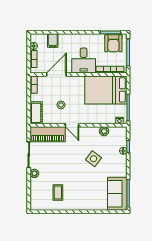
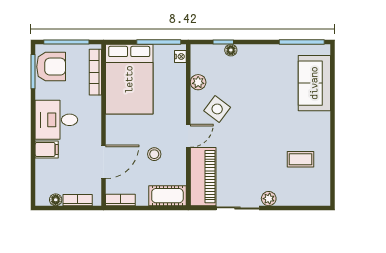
filing cabinet: (53, 41) -> (47, 149), moved
desk: (84, 61) -> (56, 120), moved, turned 180
door: (56, 75) -> (103, 162), swing flipped
side table: (94, 159) -> (217, 109), moved
sofa: (117, 194) -> (314, 83), moved, turned 90

